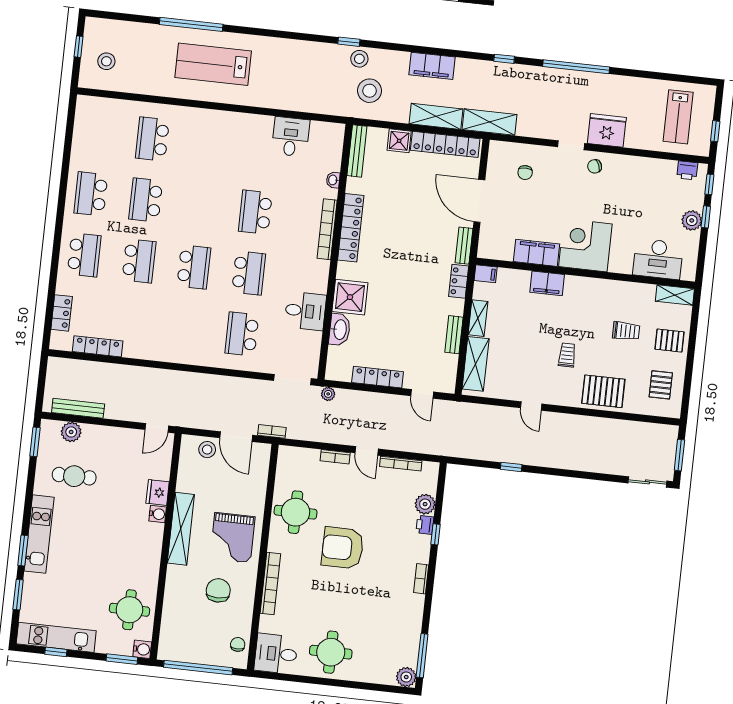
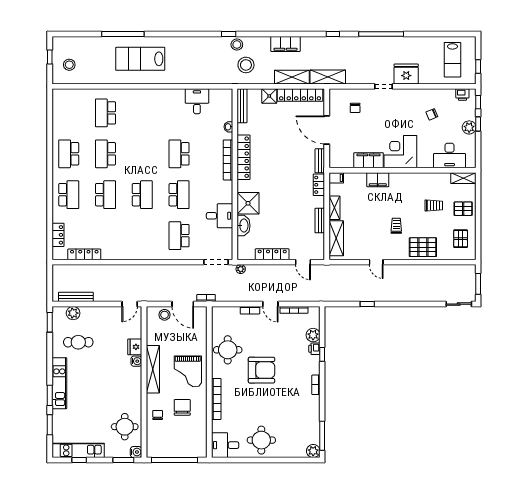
chair: (595, 166) -> (432, 114), moved
armchair: (343, 548) -> (262, 370), turned 180
chair: (238, 644) -> (158, 415), moved

